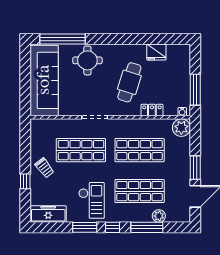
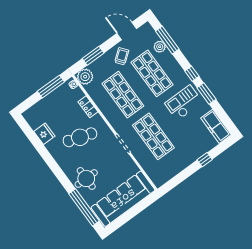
trolley: (44, 168) -> (122, 56), moved
window: (195, 168) -> (93, 56), moved
window: (147, 227) -> (167, 40), moved

